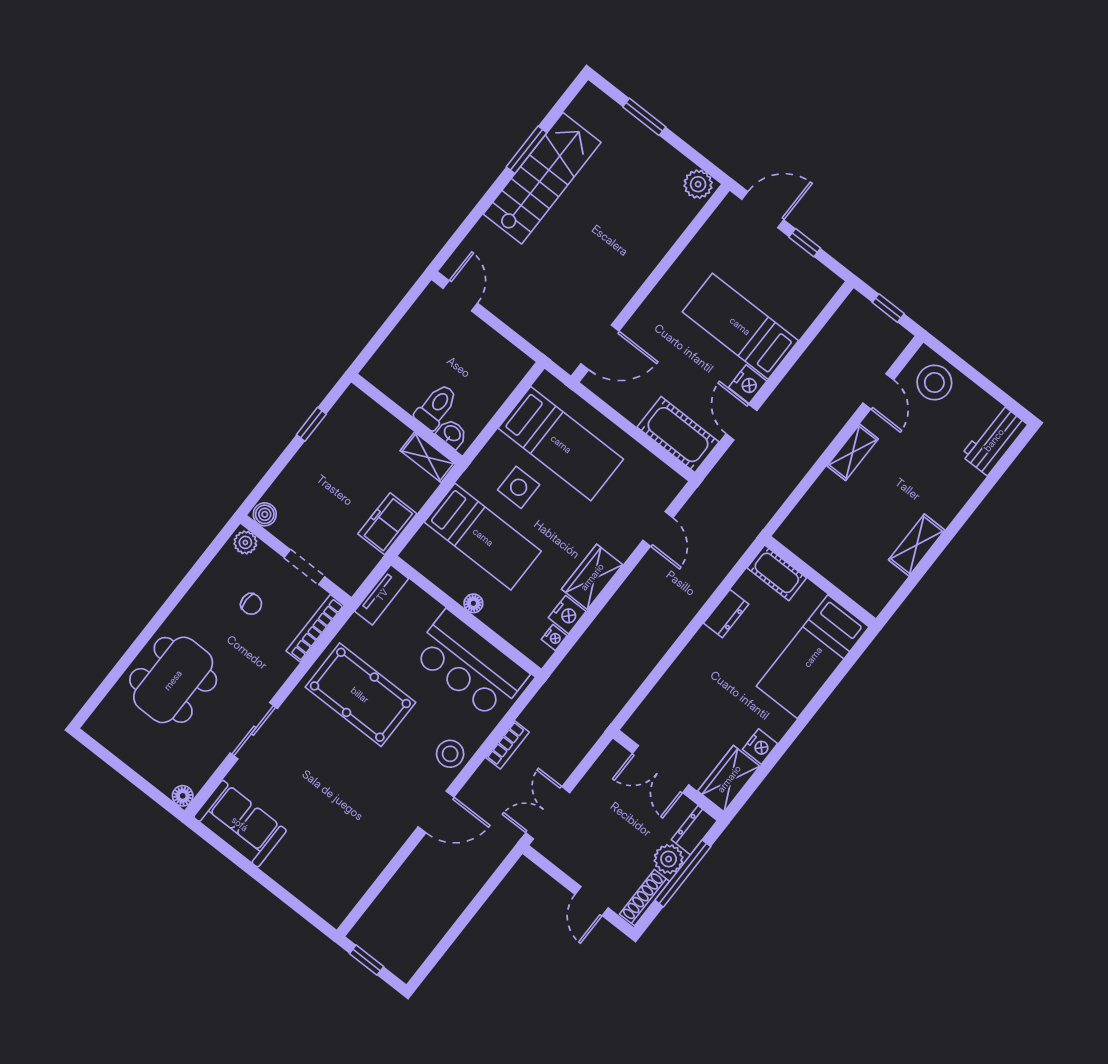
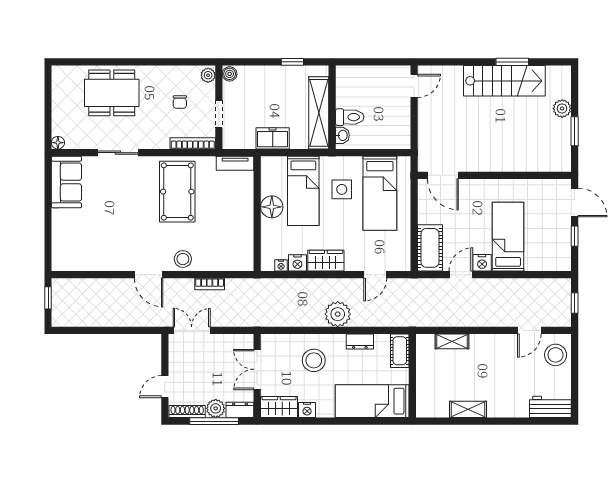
window: (644, 117) -> (575, 131), moved
plant: (698, 184) -> (562, 109), moved
shelving: (853, 452) -> (452, 341), moved
shelving: (428, 457) -> (319, 113), width x2.20, depth x1.33
floor lamp: (473, 603) -> (272, 207), width x1.89, depth x1.89
plant: (670, 614) -> (338, 314), added
bar counter: (470, 665) -> (235, 234), removed
stool: (705, 690) -> (314, 360), added

